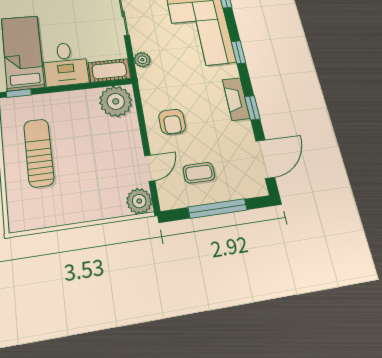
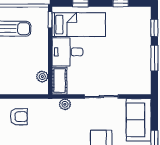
plant: (116, 101) -> (42, 77), width x0.53, depth x0.53
armchair: (172, 122) -> (19, 117), turned 180

